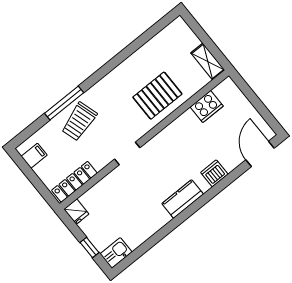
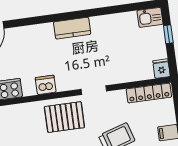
pallet: (157, 96) -> (64, 117), moved
dishwasher: (214, 173) -> (46, 85), moved, turned 180

